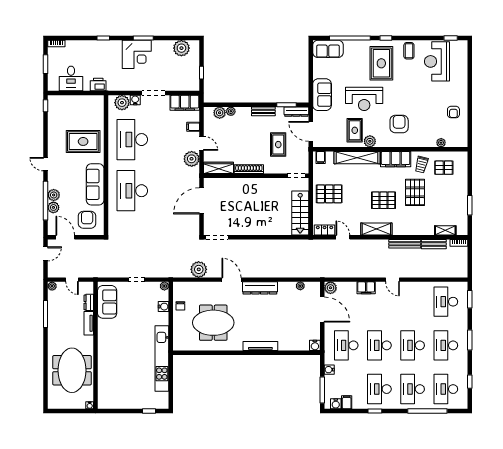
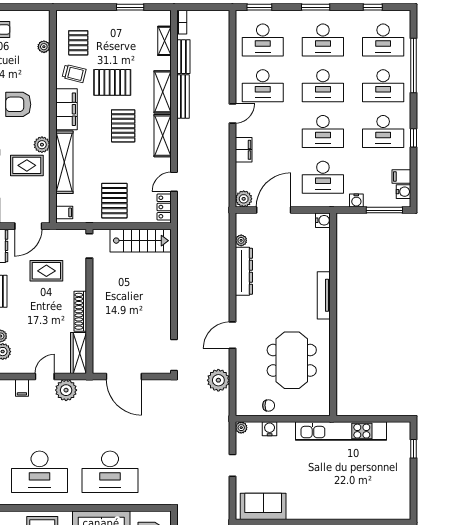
shelving: (408, 229) -> (163, 92), added
dresser: (260, 288) -> (244, 271), moved
desk: (413, 302) -> (263, 86), added

